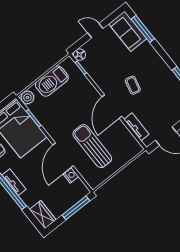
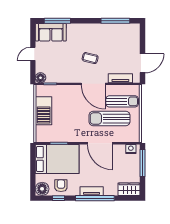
plant: (27, 98) -> (41, 136), removed
sun lounger: (117, 145) -> (122, 101), added
nightstand: (71, 175) -> (131, 149), moved

